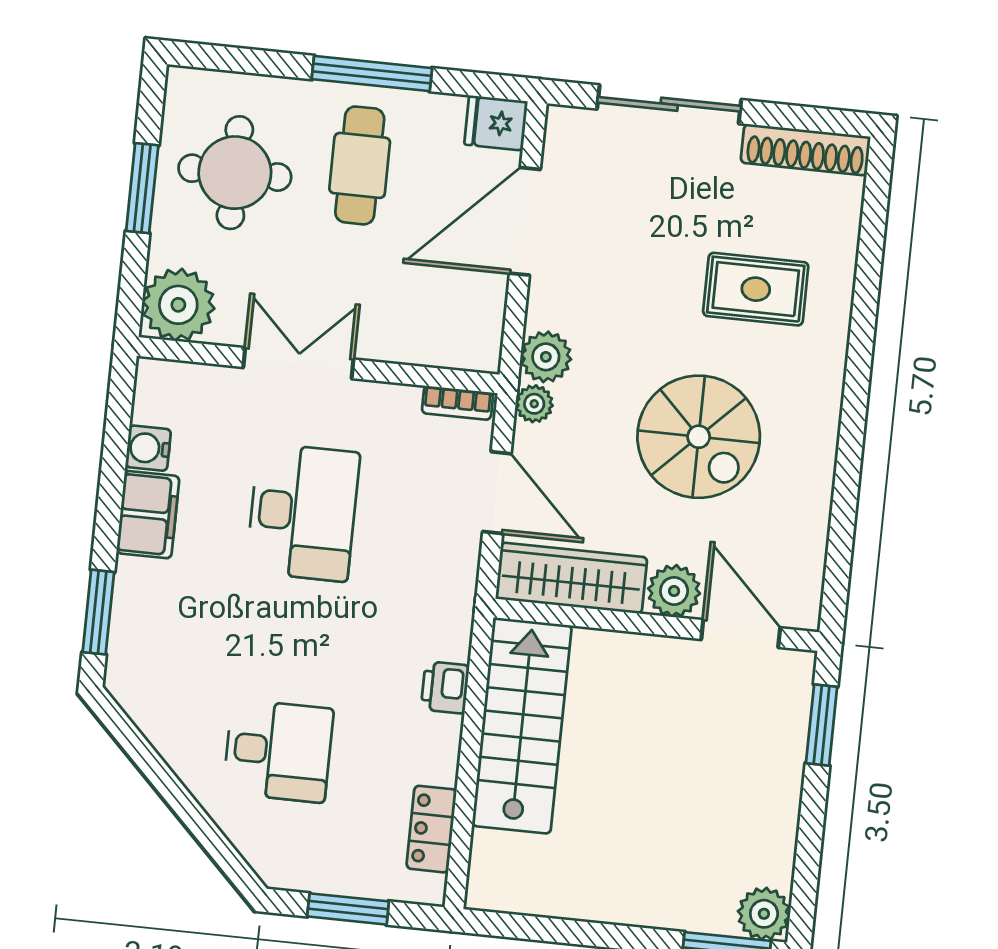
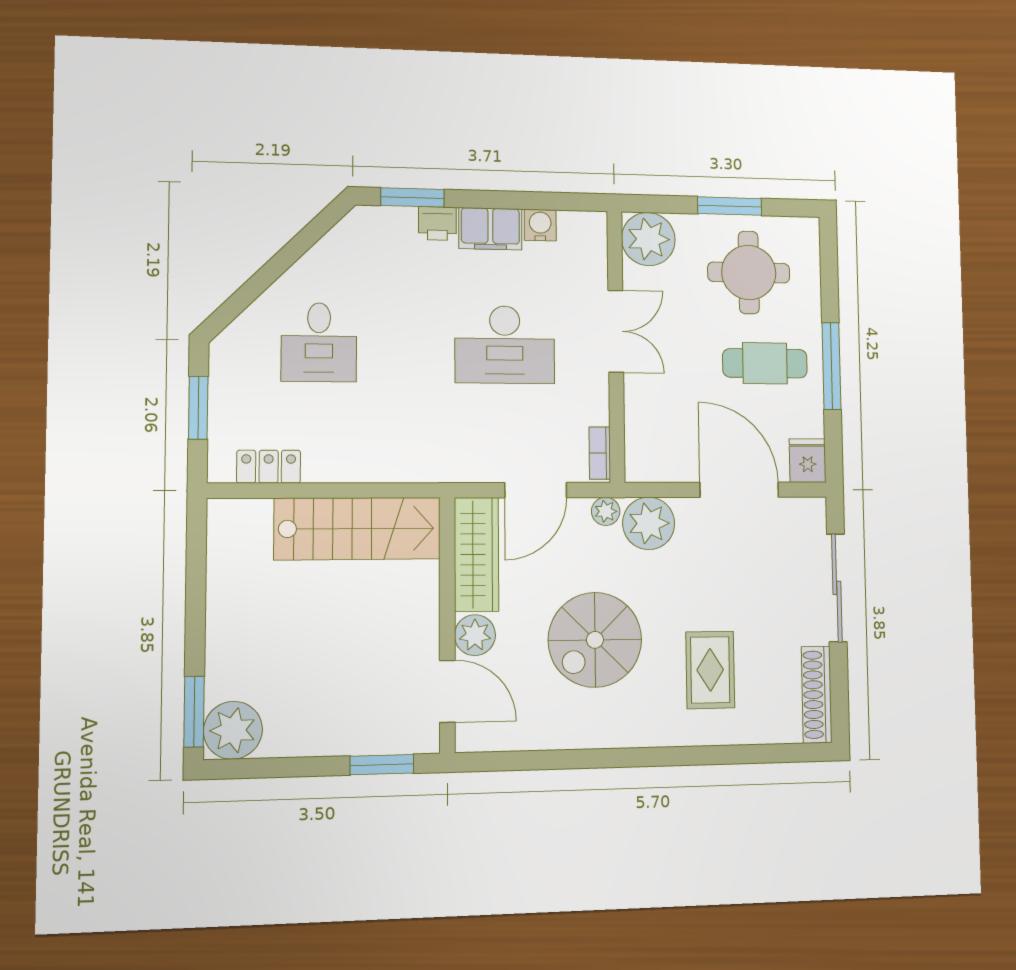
plant: (546, 357) -> (649, 523), width x1.36, depth x1.36
door: (741, 634) -> (447, 691), hinge flipped
printer: (445, 687) -> (437, 223), moved, turned 180
plant: (764, 914) -> (233, 730), width x1.36, depth x1.36

